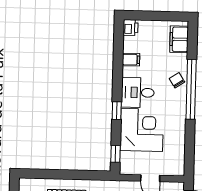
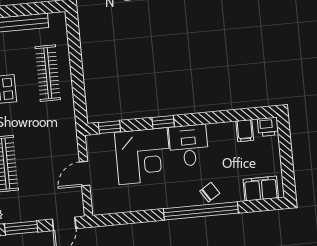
filing cabinet: (131, 60) -> (245, 131), moved

